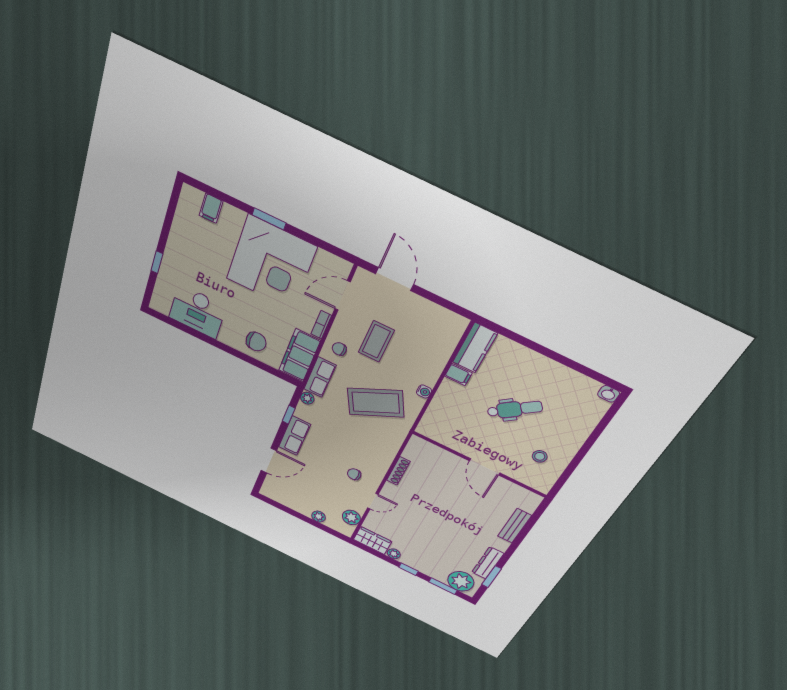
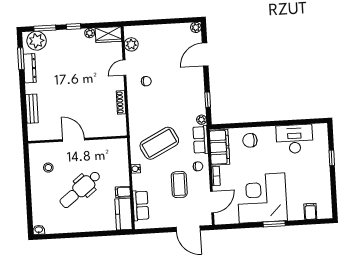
dental chair: (515, 409) -> (80, 189), width x1.36, depth x1.38
row of seats: (294, 436) -> (141, 205), moved, turned 180
plant: (319, 517) -> (196, 27), moved

